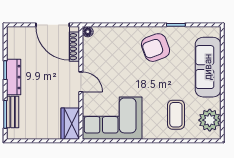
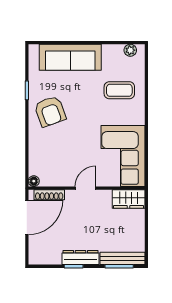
bench: (13, 112) -> (122, 258), width x1.36
plant: (210, 120) -> (130, 50), width x0.53, depth x0.53

